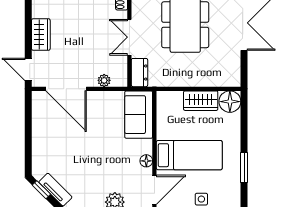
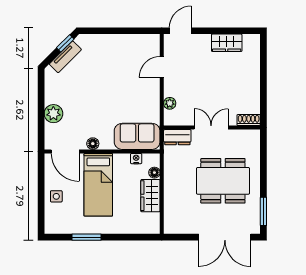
wardrobe: (41, 34) -> (227, 43), moved
door: (66, 89) -> (162, 67), width x0.53
floor lamp: (230, 102) -> (154, 173), moved, width x0.53, depth x0.53
nightstand: (162, 116) -> (136, 159), added

